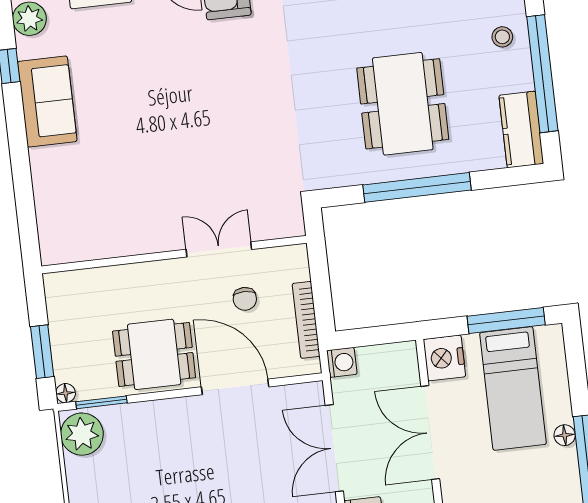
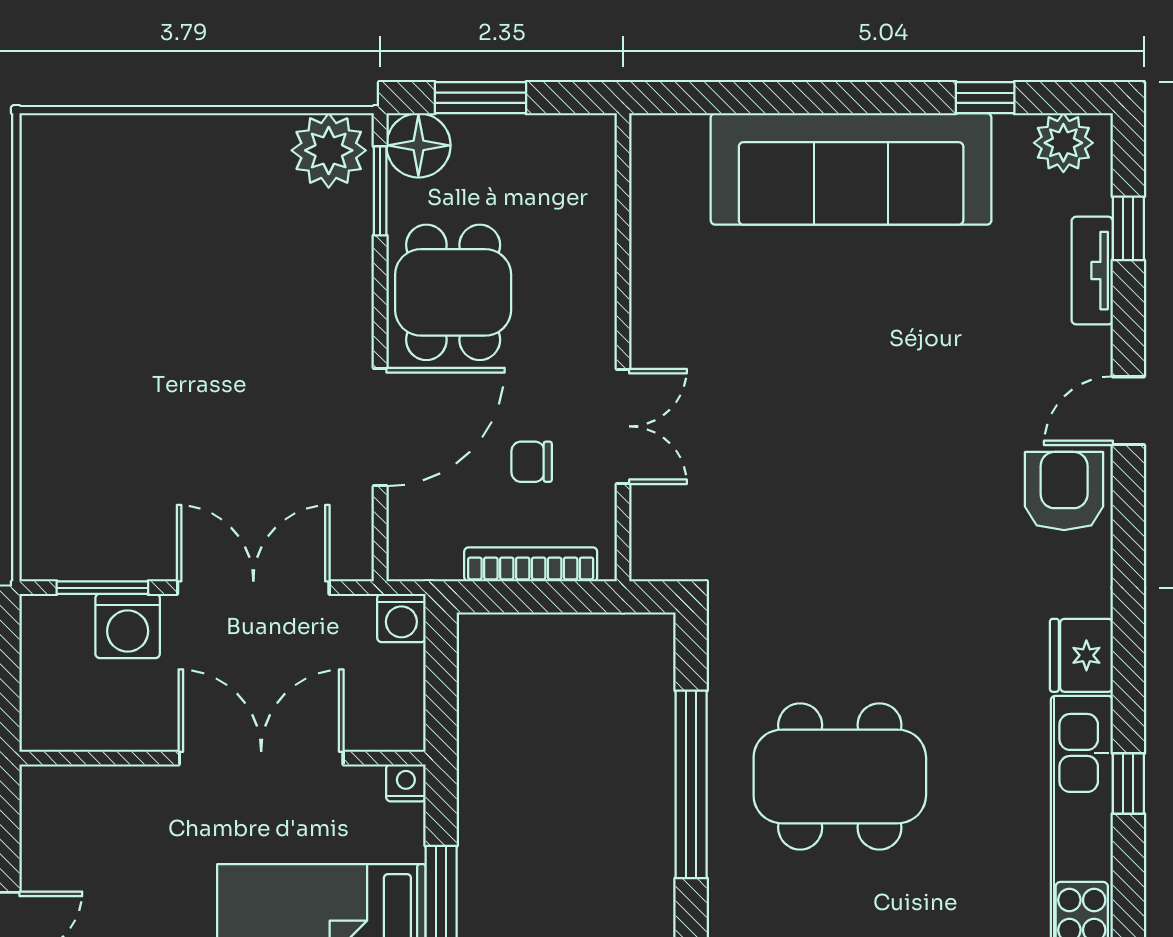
sofa: (47, 102) -> (851, 169), width x1.85, depth x1.27
bookcase: (306, 320) -> (531, 564), moved
nightstand: (444, 358) -> (406, 783), width x0.53, depth x0.56
floor lamp: (66, 393) -> (418, 145), width x1.89, depth x1.89

